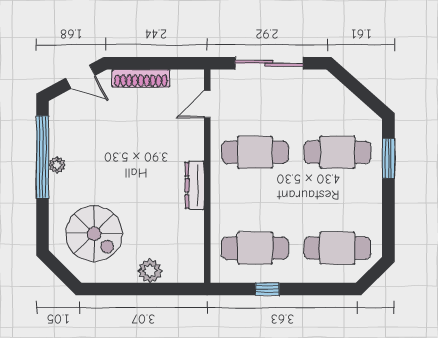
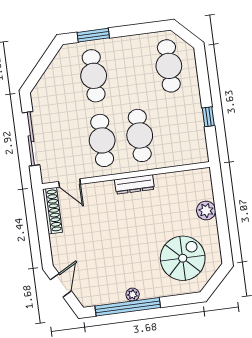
shoe rack: (141, 78) -> (52, 211), moved
cafe table: (255, 248) -> (140, 135), moved

